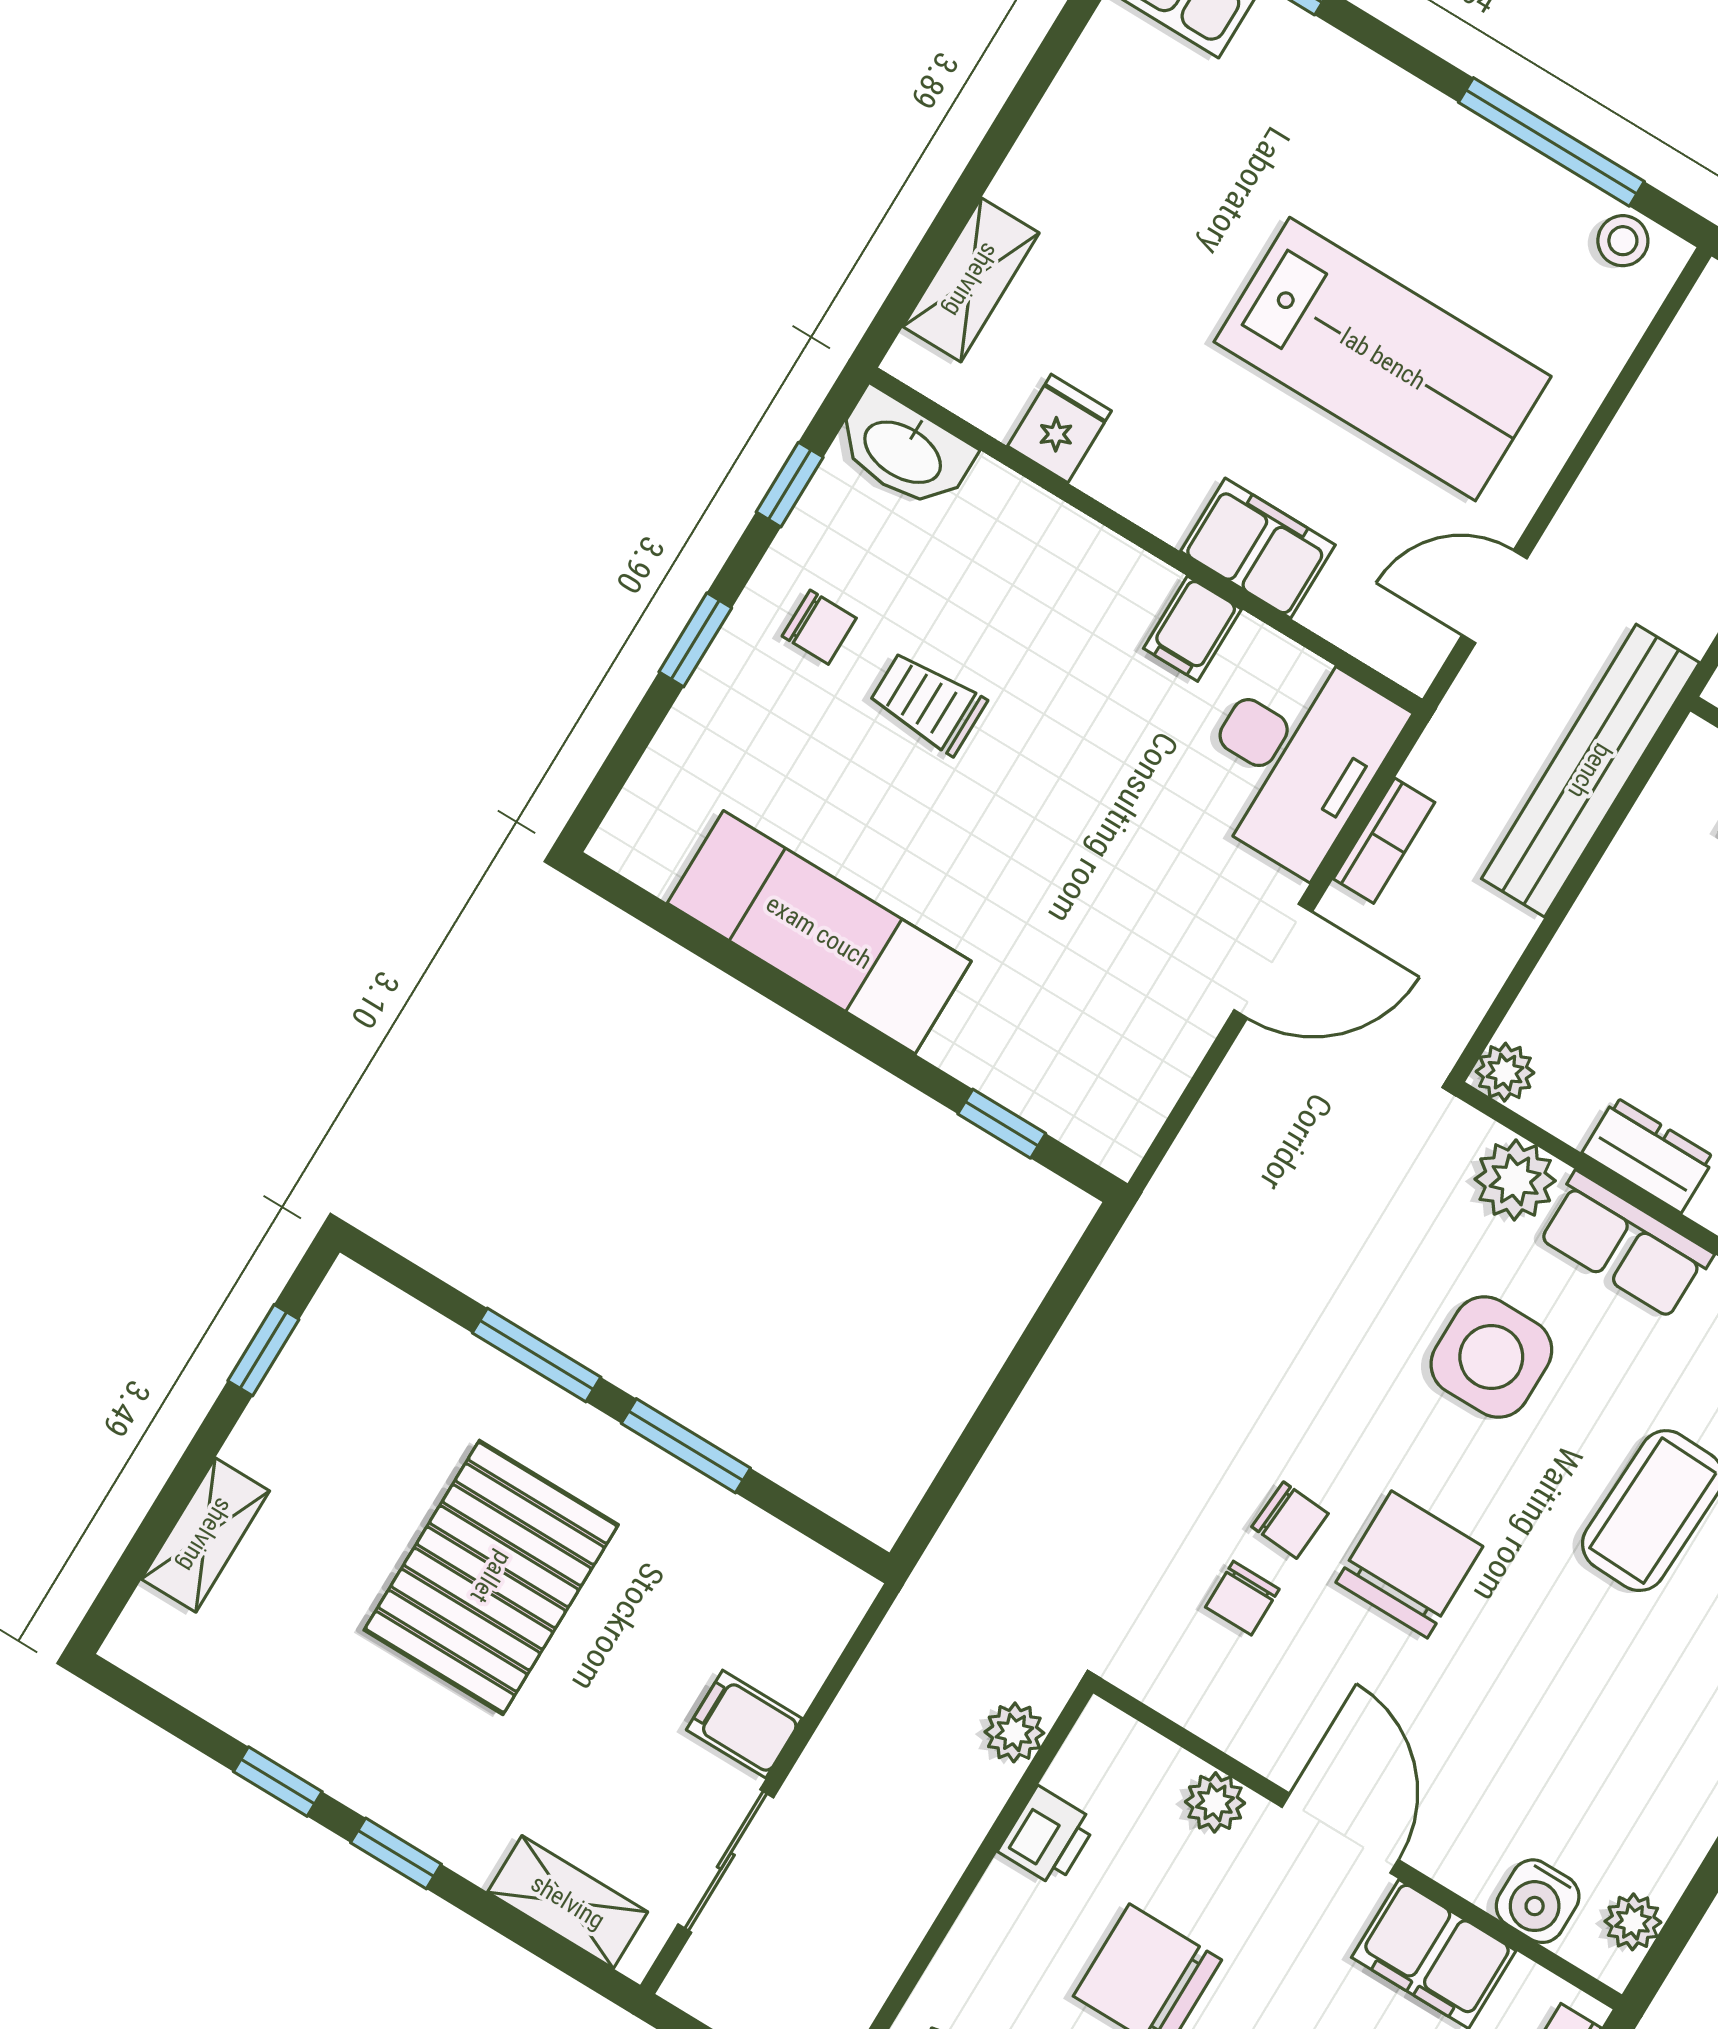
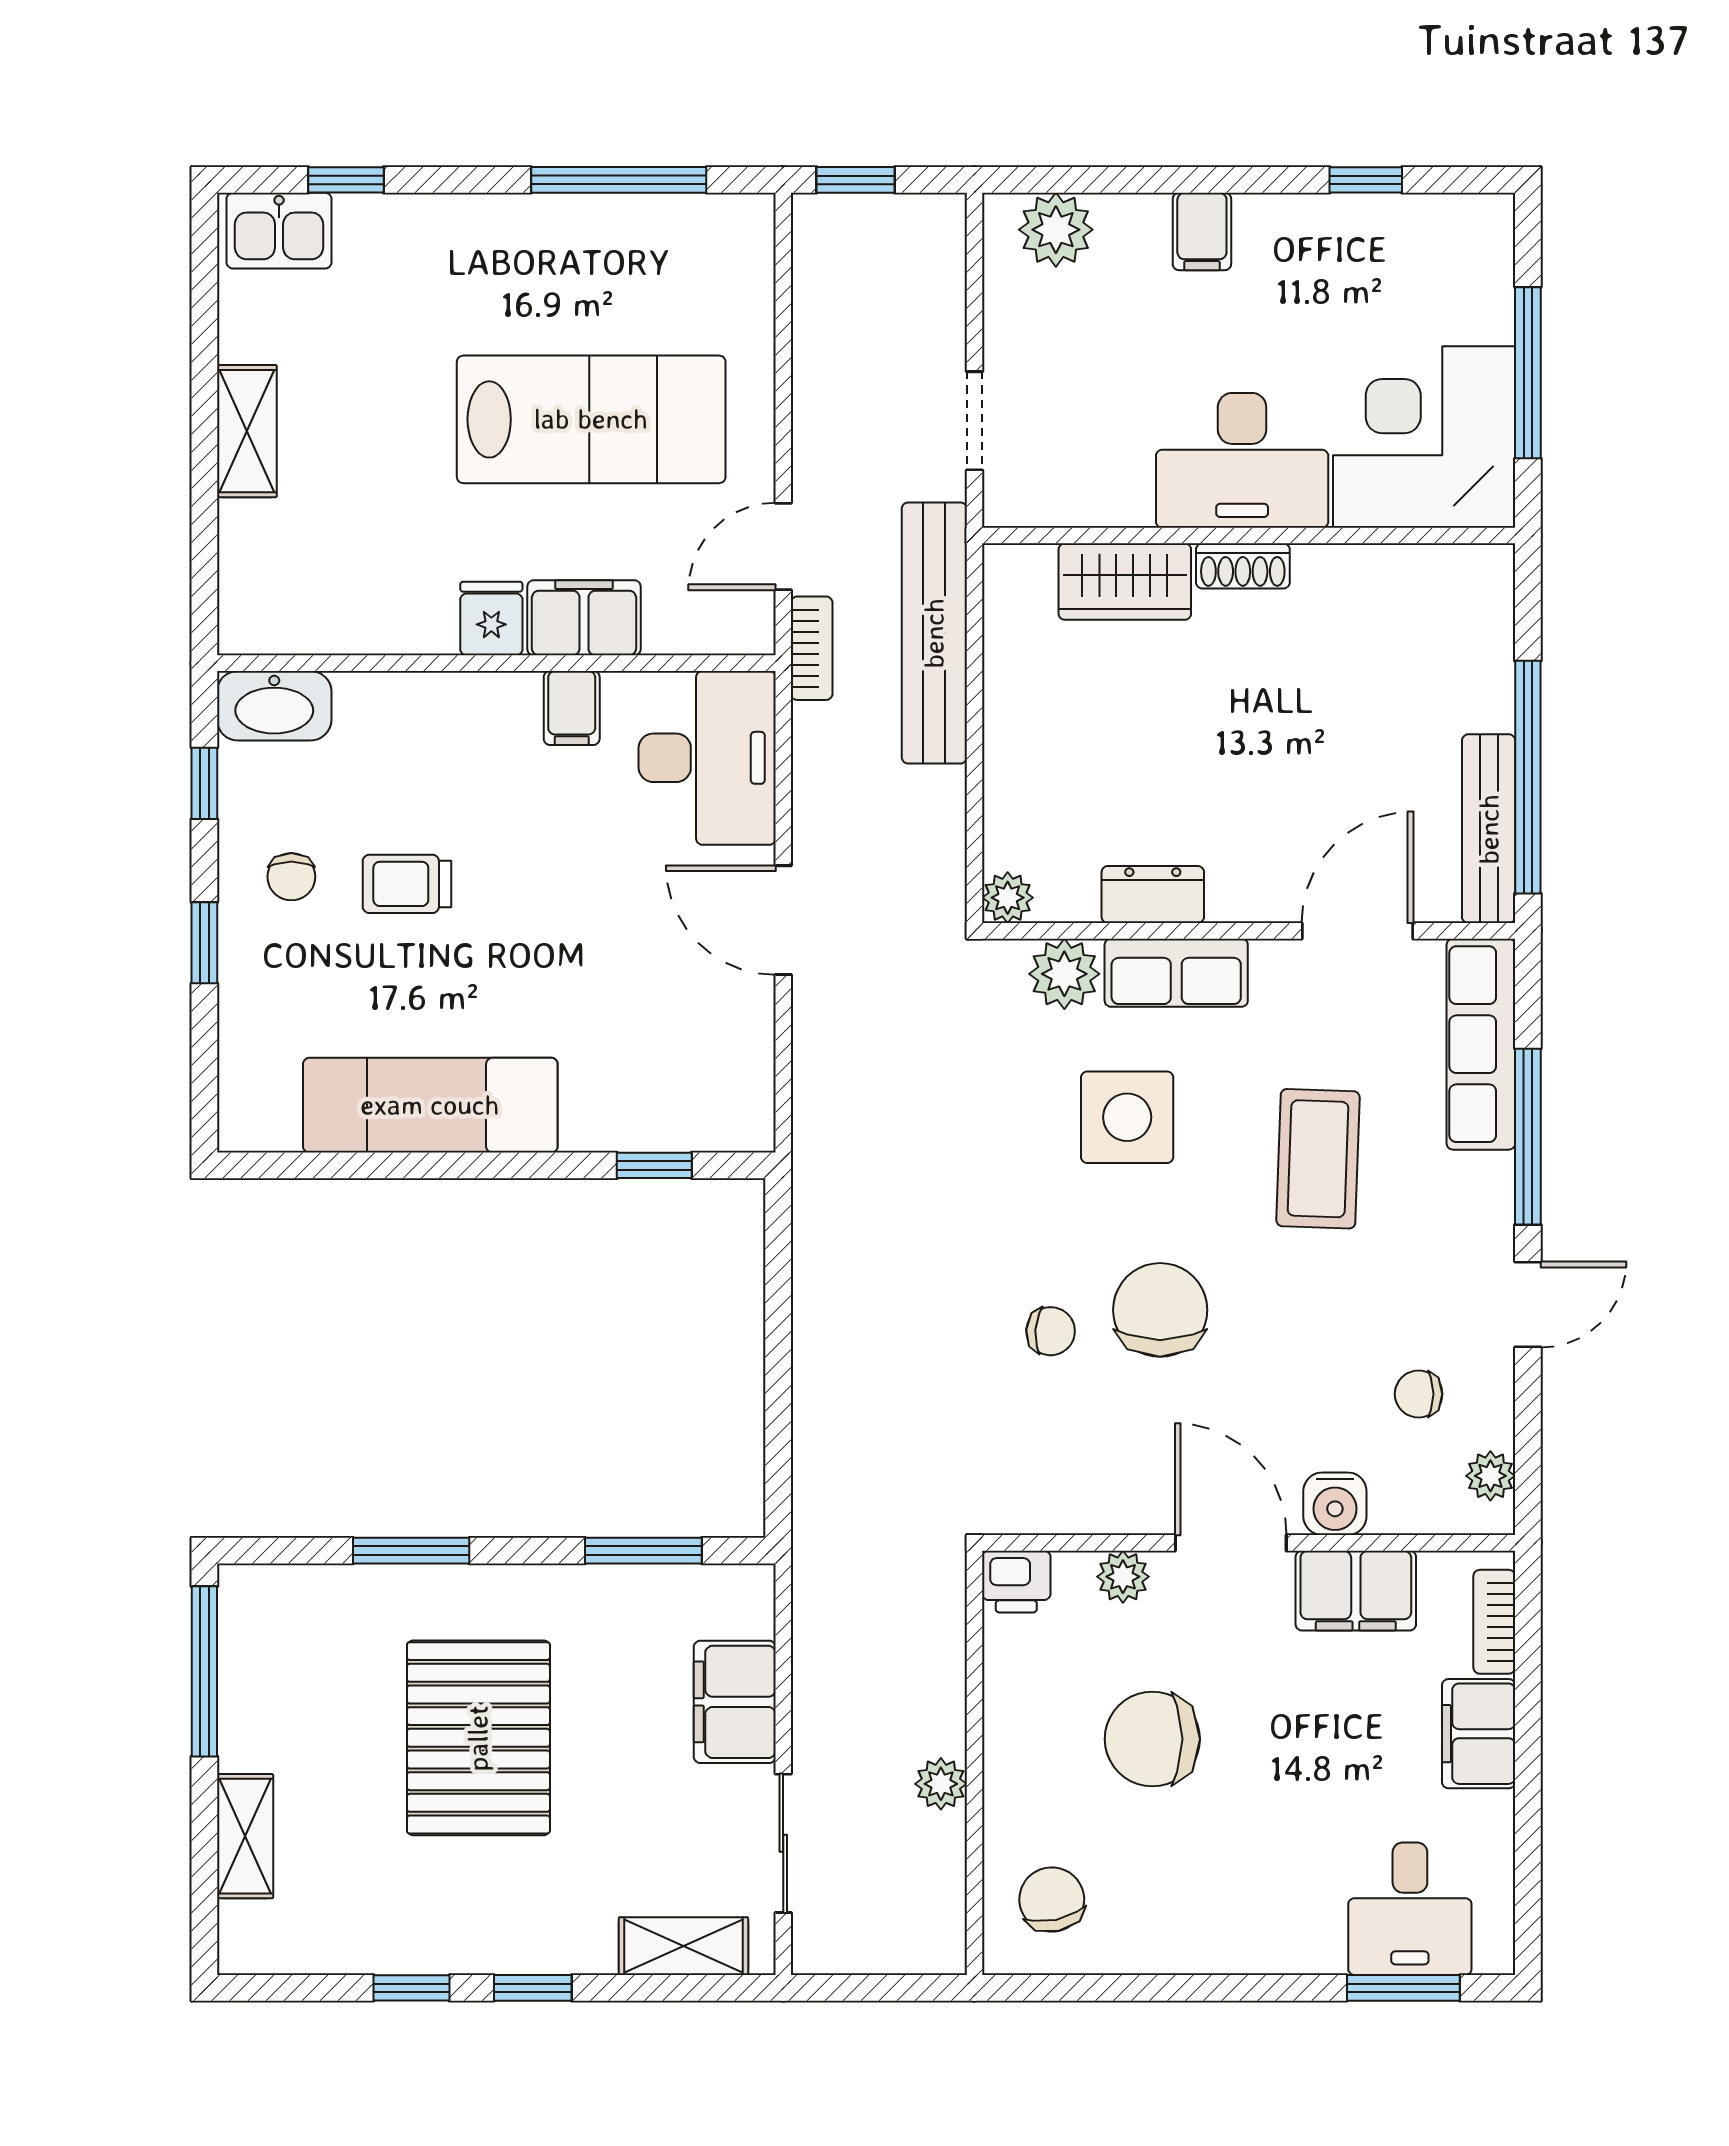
stool: (1623, 241) -> (717, 221), removed
shelving: (971, 280) -> (247, 431), moved
fridge: (1059, 428) -> (491, 619), moved
chair: (819, 627) -> (291, 877), turned 90
bookcase: (1384, 841) -> (812, 648), moved
door: (1273, 961) -> (783, 920), swing flipped
window: (263, 1350) -> (204, 1671), width x2.17
window: (686, 1446) -> (643, 1551), moved
chair: (1242, 1598) -> (1419, 1394), moved, turned 90
filing cabinet: (744, 1724) -> (735, 1702), width x2.00
plant: (1014, 1732) -> (941, 1784), moved
printer: (1048, 1837) -> (1016, 1582), moved, turned 90
water cooler: (1538, 1901) -> (1335, 1504), moved

